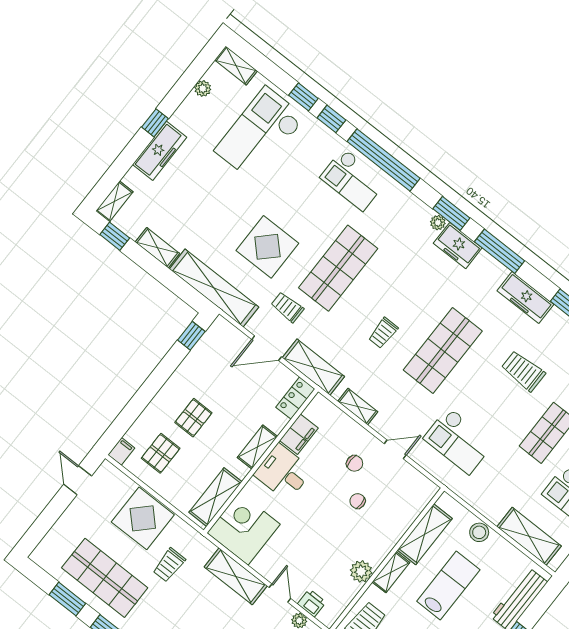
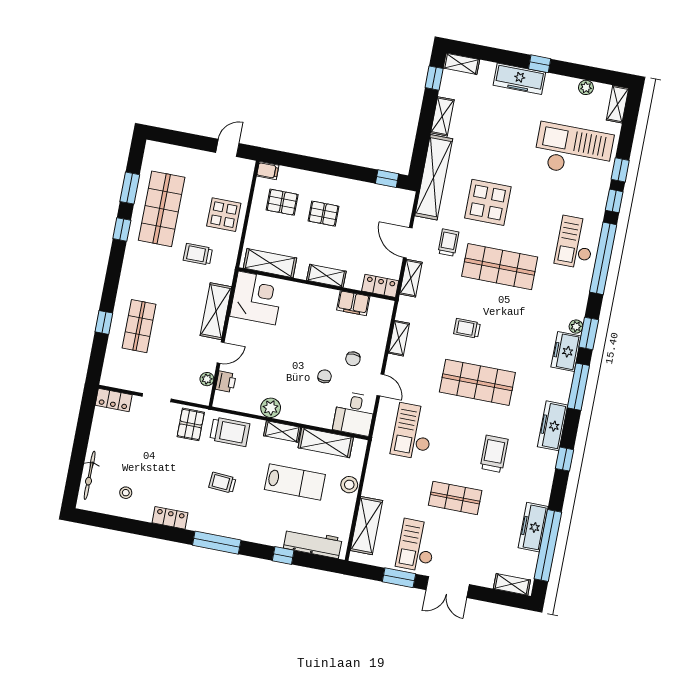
shelving: (313, 367) -> (411, 278), width x0.67, depth x0.75
desk: (283, 472) -> (354, 414), moved, turned 180
display table: (143, 518) -> (224, 215), width x0.73, depth x0.73

